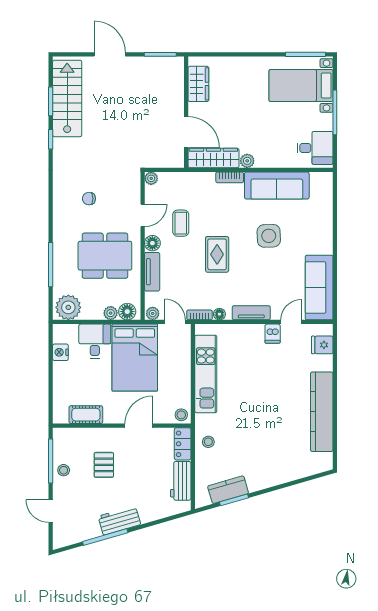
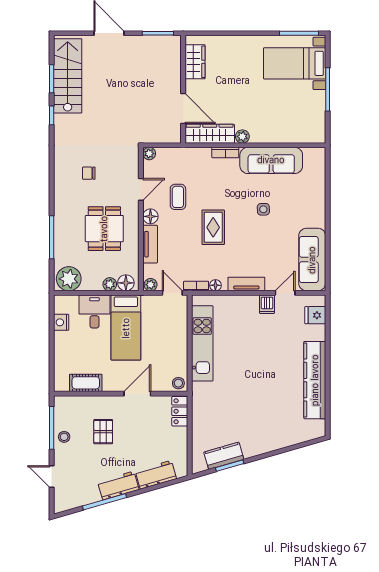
desk: (315, 148) -> (308, 124), removed
side table: (269, 236) -> (263, 209), width x0.54, depth x0.54
dining table: (105, 256) -> (104, 229), width x0.73
bed: (135, 358) -> (126, 328), width x0.67
stool: (208, 442) -> (205, 409), removed
workbench: (181, 481) -> (156, 475), moved, turned 74

